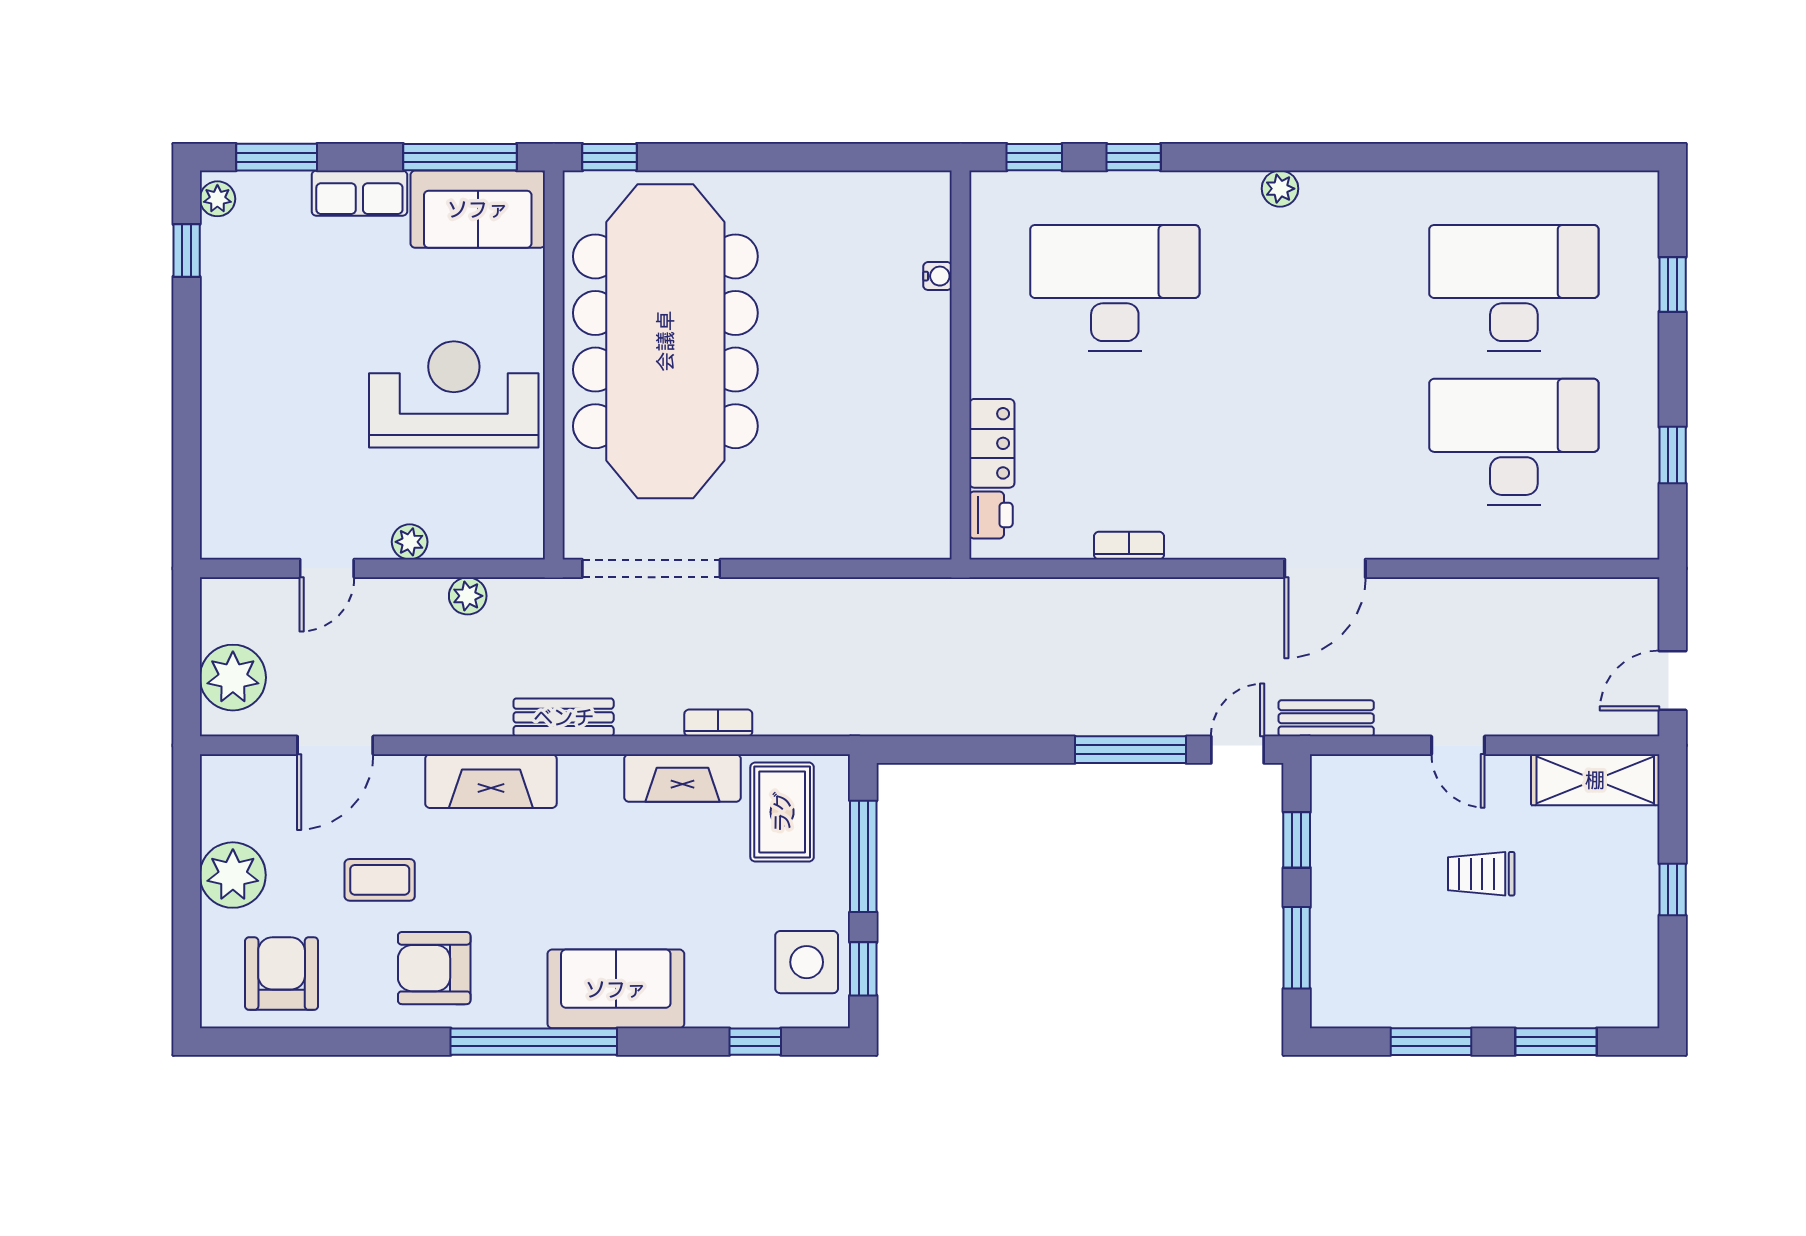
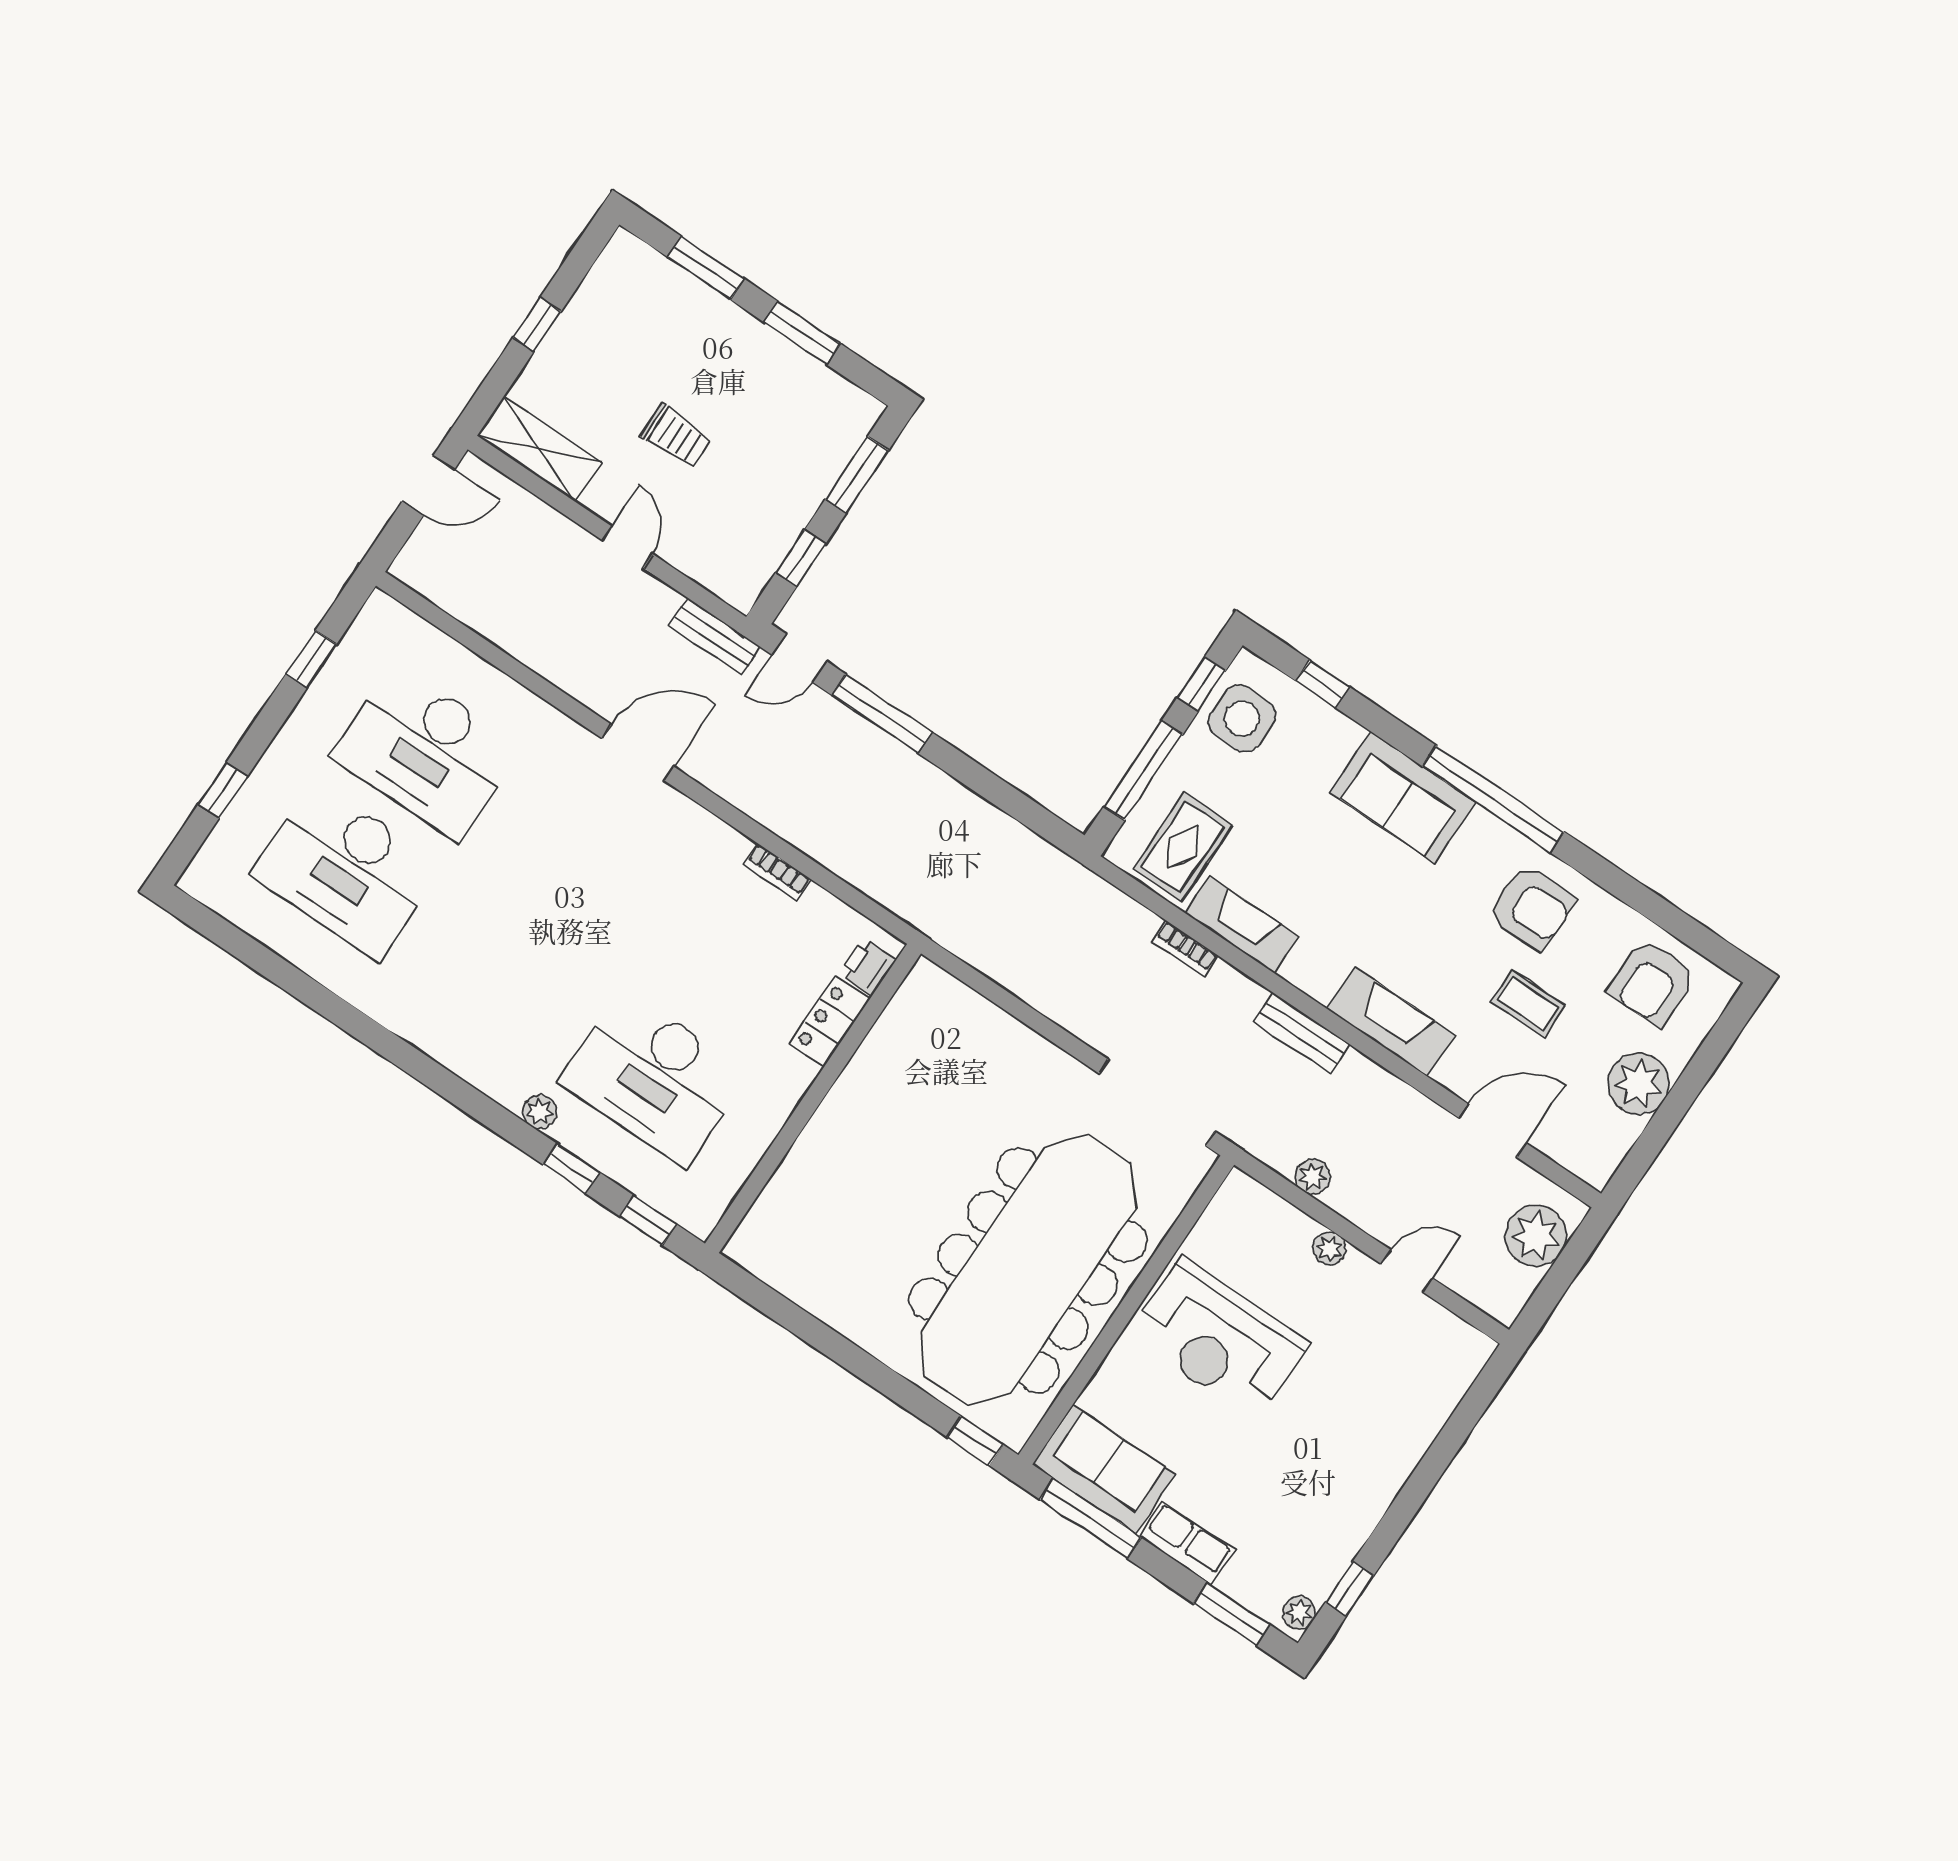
plant: (1280, 189) -> (540, 1112), moved
water cooler: (938, 276) -> (784, 1179), removed

